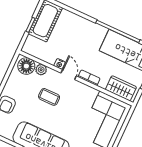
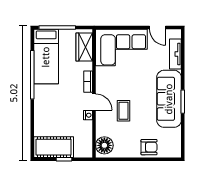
plant: (41, 70) -> (101, 130), removed
door: (69, 75) -> (94, 102), swing flipped

